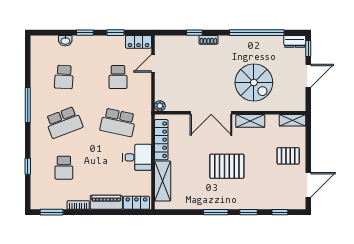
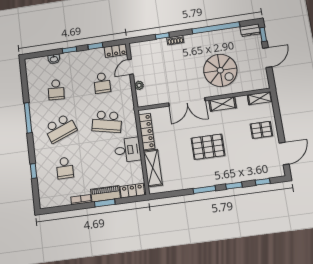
plant: (160, 106) -> (139, 85), moved
window: (52, 212) -> (105, 203), moved

